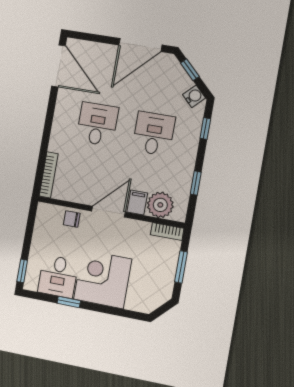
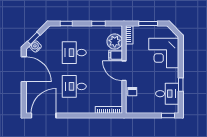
water cooler: (194, 96) -> (35, 46), moved
corner desk: (103, 279) -> (164, 53), moved

